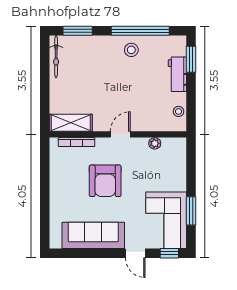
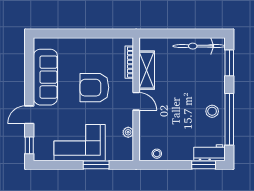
bicycle: (56, 57) -> (199, 46), width x1.37, depth x1.40
workbench: (177, 74) -> (209, 153), moved
shelving: (71, 123) -> (147, 70), moved
window: (191, 211) -> (96, 165), moved
corner sofa: (166, 220) -> (80, 143), moved

